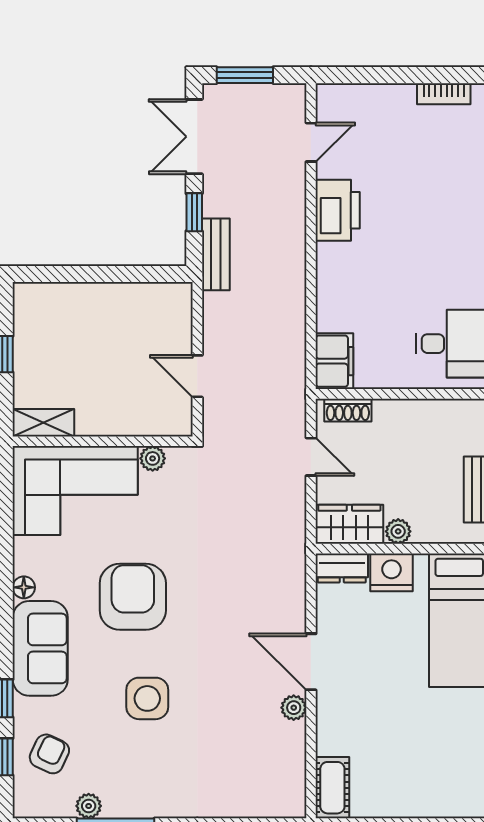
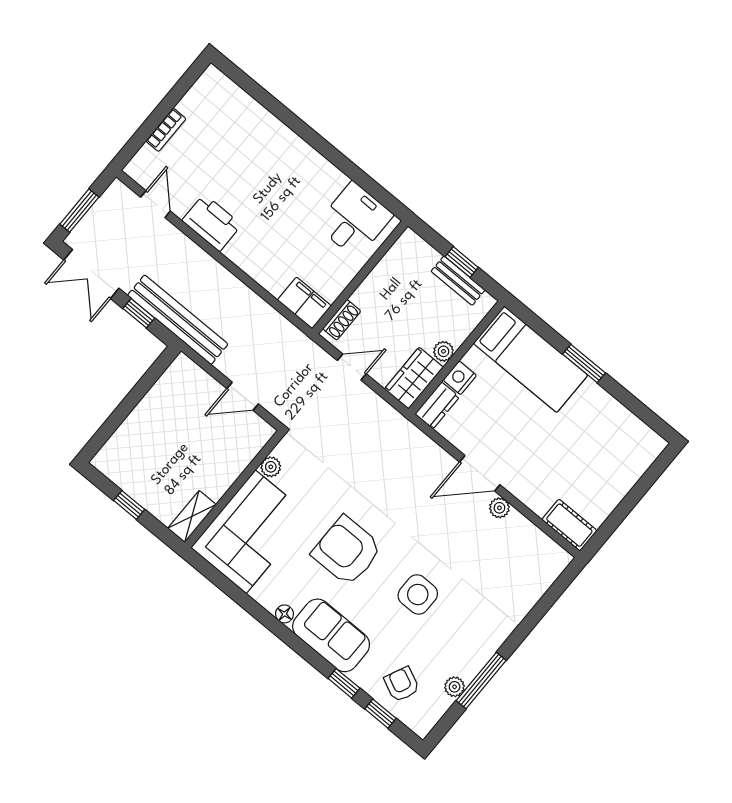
bookcase: (444, 94) -> (166, 130), moved
bench: (216, 254) -> (178, 320), width x1.86, depth x1.21
nightstand: (392, 572) -> (460, 378), width x0.74, depth x0.75

